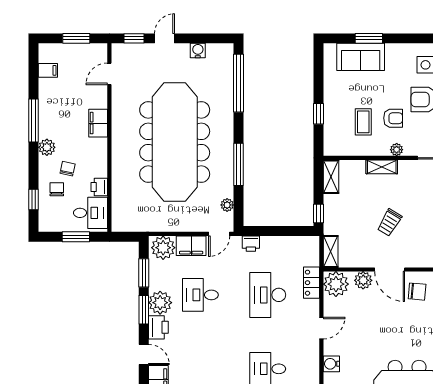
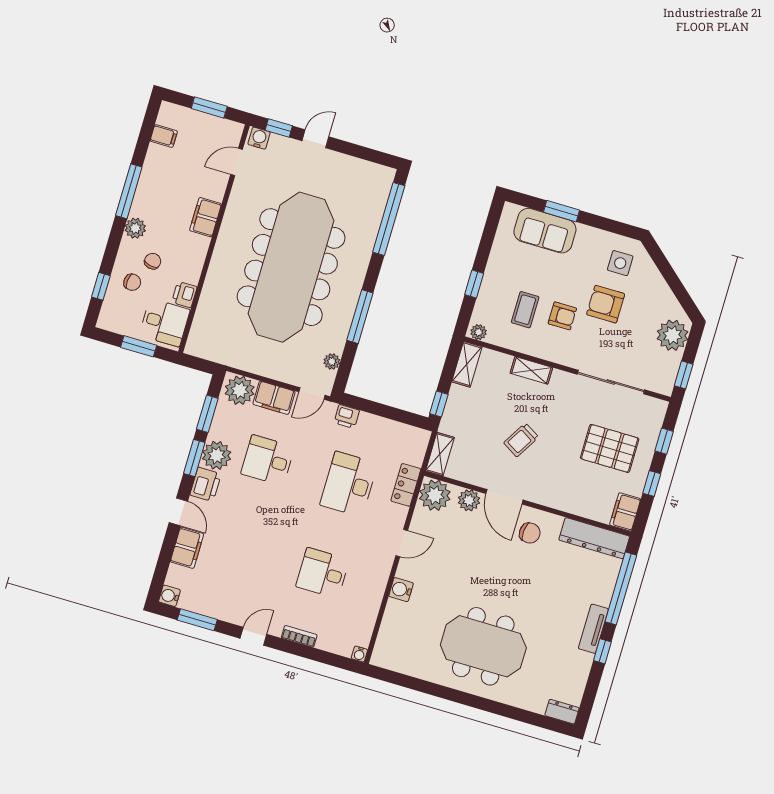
water cooler: (198, 51) -> (259, 138), moved
plant: (397, 150) -> (479, 332), moved
chair: (57, 189) -> (132, 282), turned 95

